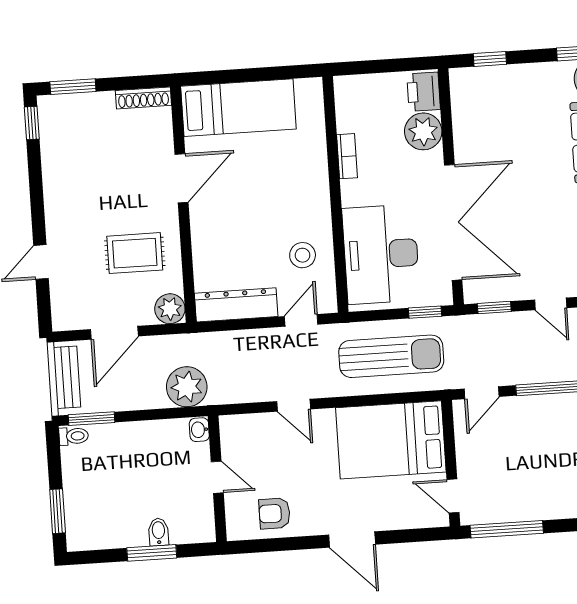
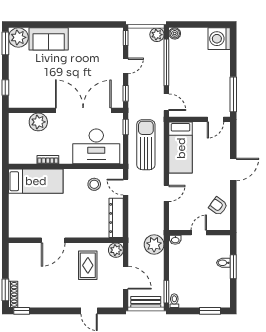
printer: (424, 92) -> (19, 121), removed
shoe rack: (143, 98) -> (13, 294), moved
bed: (238, 108) -> (36, 181), moved, turned 90
door: (182, 178) -> (53, 240), swing flipped
bed: (391, 440) -> (181, 148), width x0.67
armchair: (274, 513) -> (218, 206), turned 126

